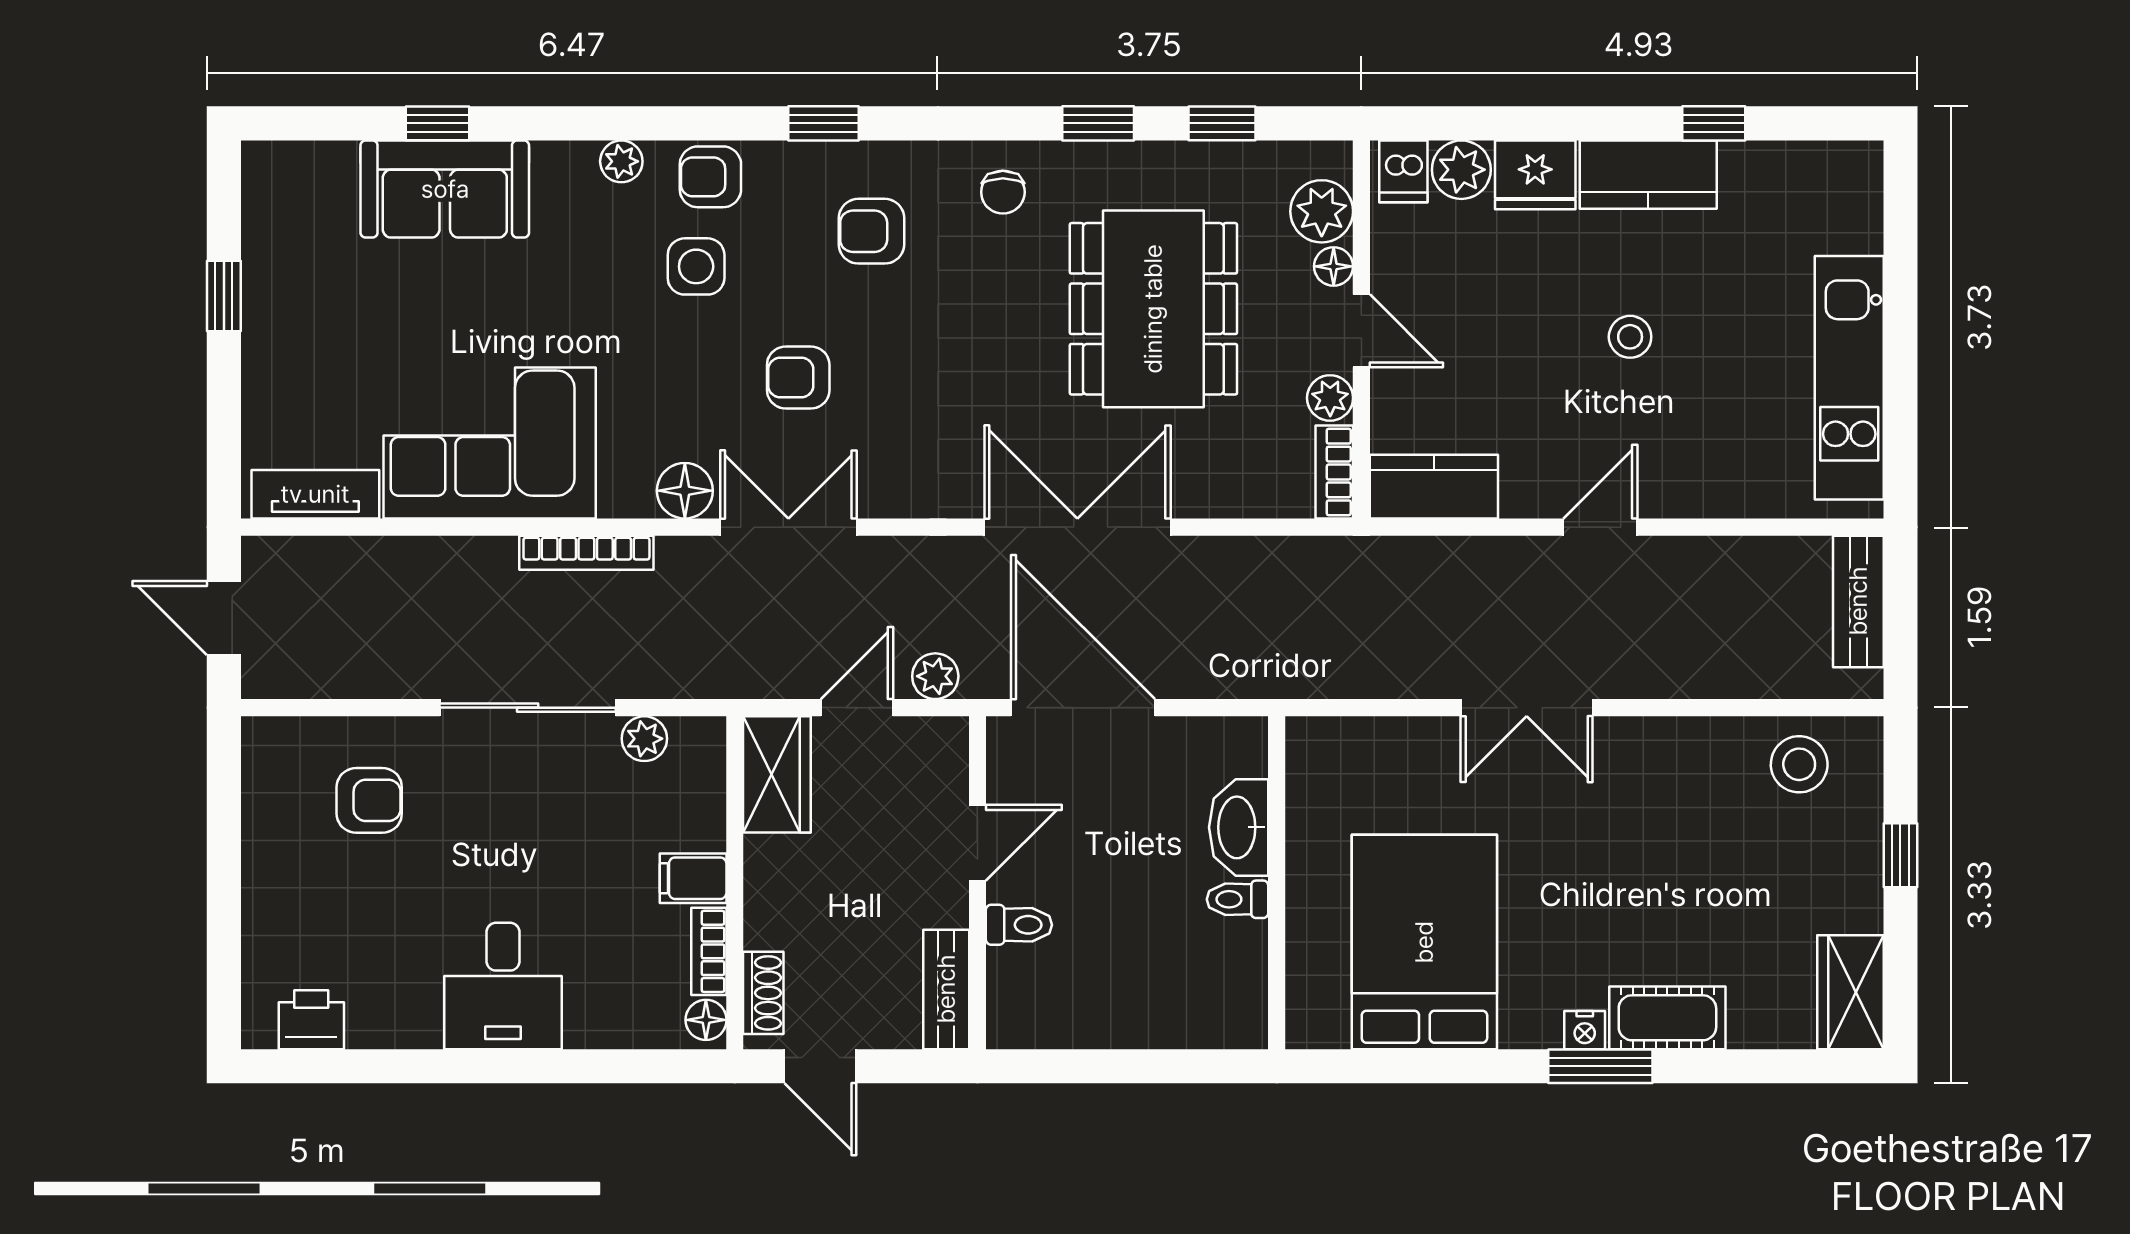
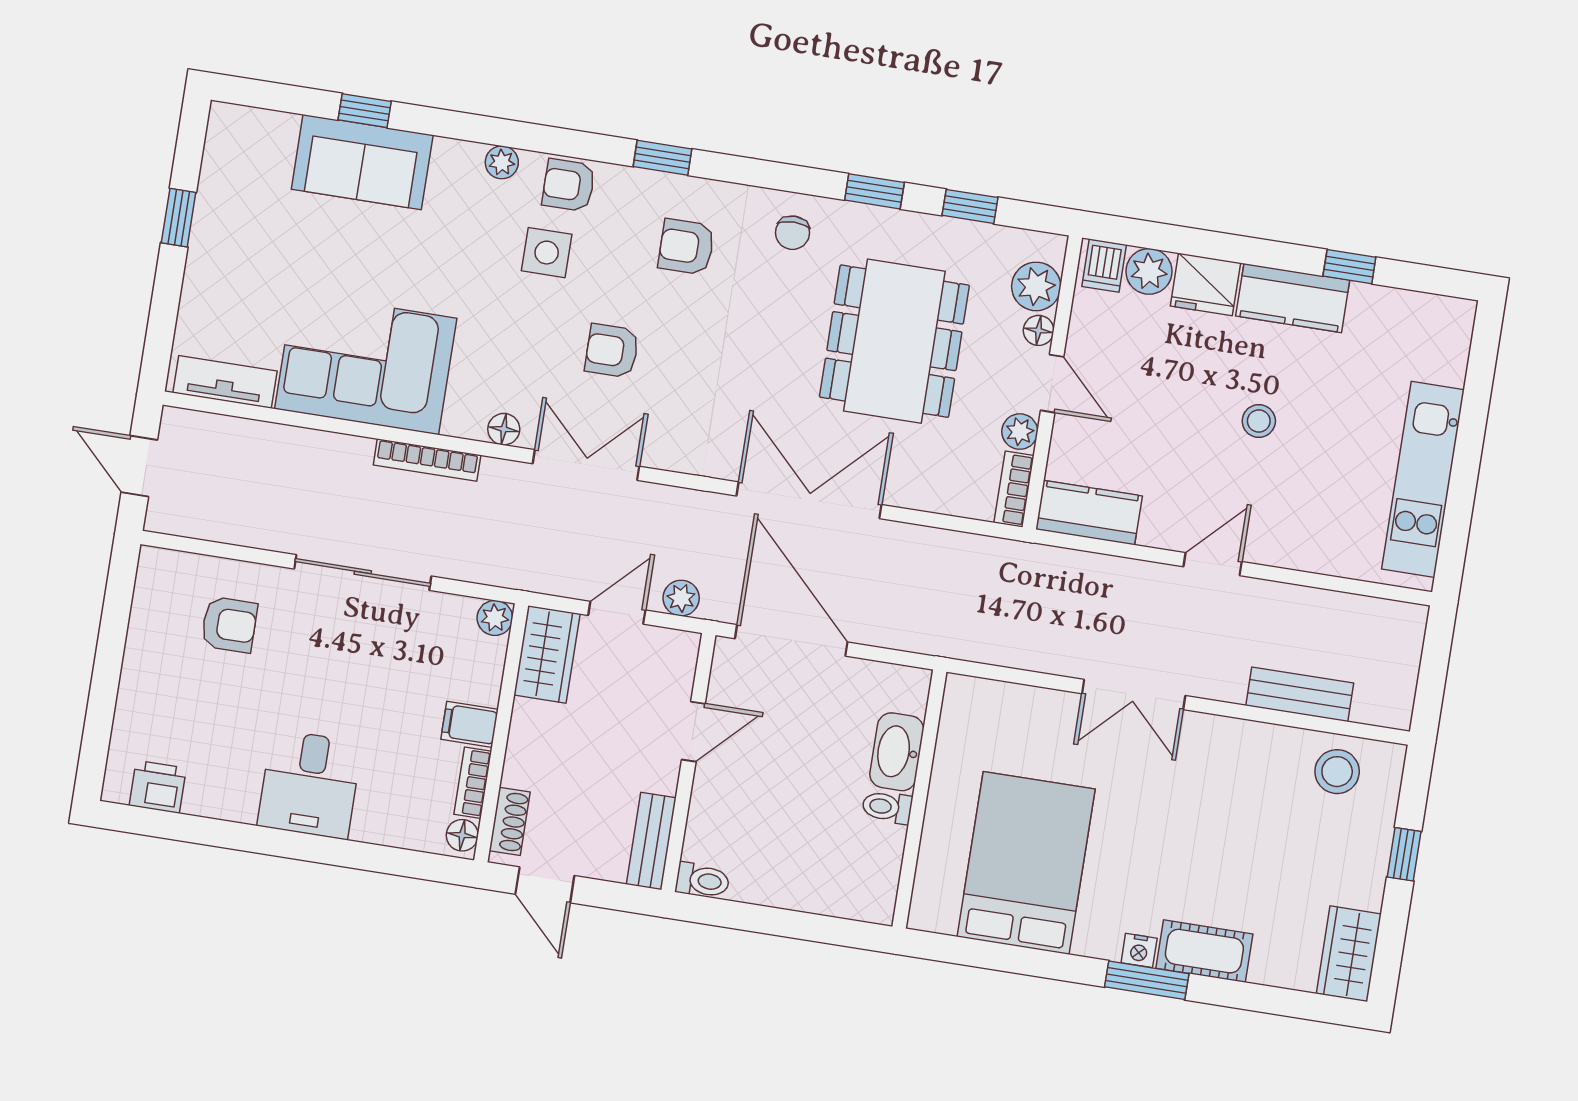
floor lamp: (685, 491) -> (504, 429), width x0.73, depth x0.73
bench: (1858, 601) -> (1300, 694), moved, turned 90
plant: (644, 739) -> (495, 618), moved
toilet: (1019, 925) -> (703, 881), moved

